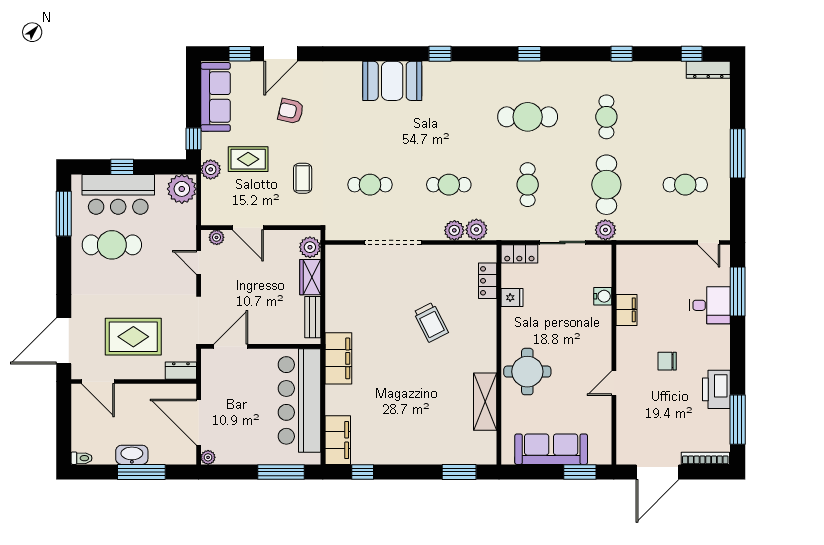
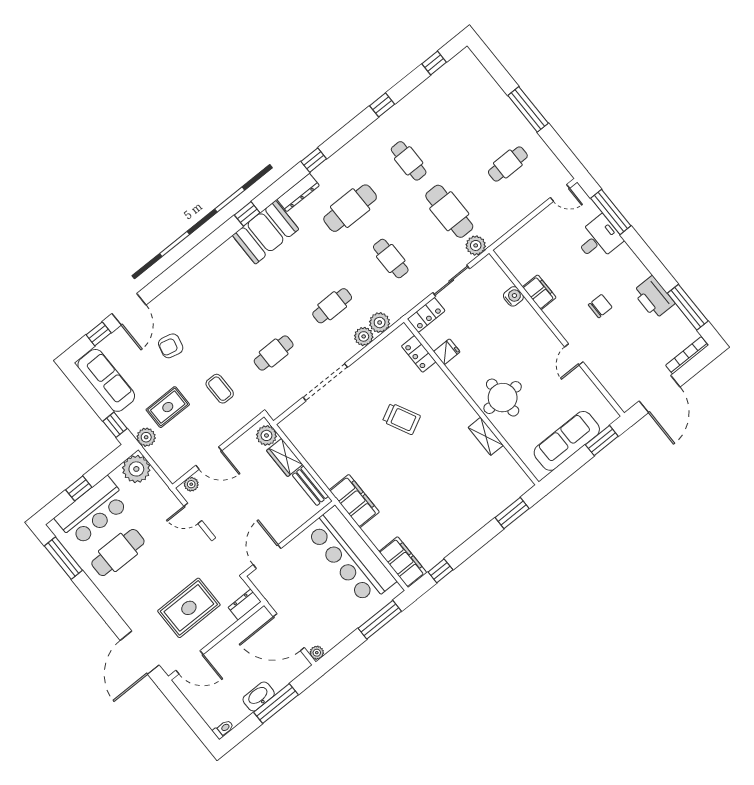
dresser: (708, 70) -> (298, 192), moved
booth: (392, 81) -> (266, 232), moved
chair: (667, 361) -> (600, 306), turned 180
shelving: (485, 402) -> (486, 436), width x0.67, depth x0.75

